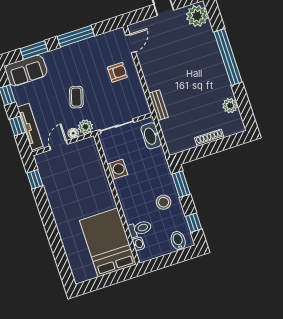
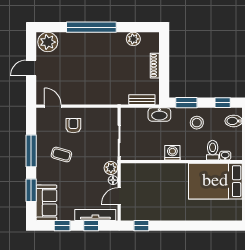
coffee table: (76, 97) -> (61, 155), moved
bench: (159, 105) -> (142, 100), moved
washbasin: (151, 136) -> (159, 115), moved
door: (59, 145) -> (119, 196), hinge flipped
washing machine: (117, 169) -> (172, 153), moved

